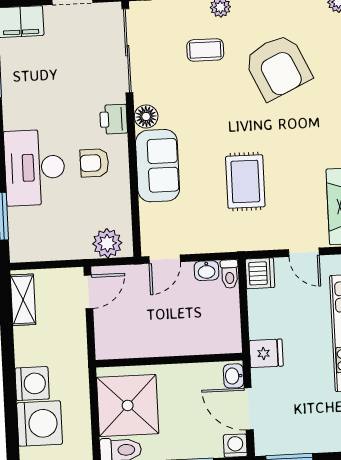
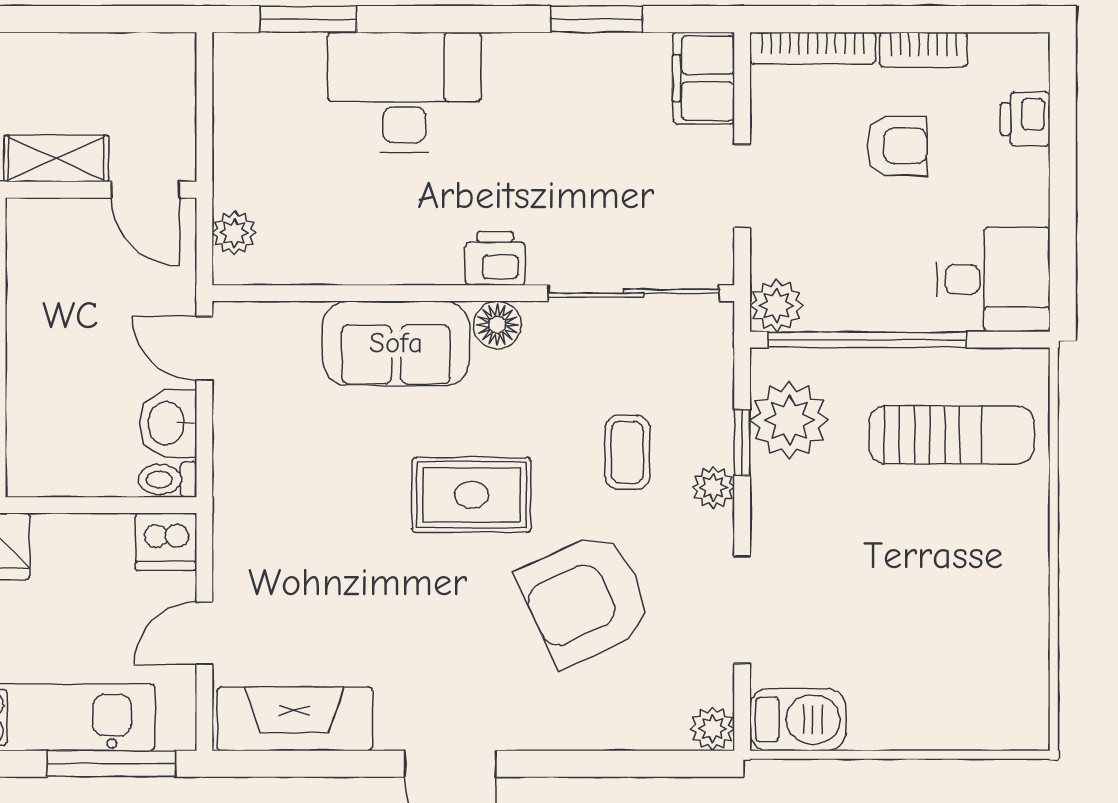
armchair: (94, 163) -> (408, 215), removed
rug: (245, 182) -> (471, 495), moved
plant: (107, 243) -> (234, 233), width x0.73, depth x0.73
washbasin: (207, 271) -> (168, 423), width x1.38, depth x1.45
shelving: (23, 300) -> (56, 159), moved

